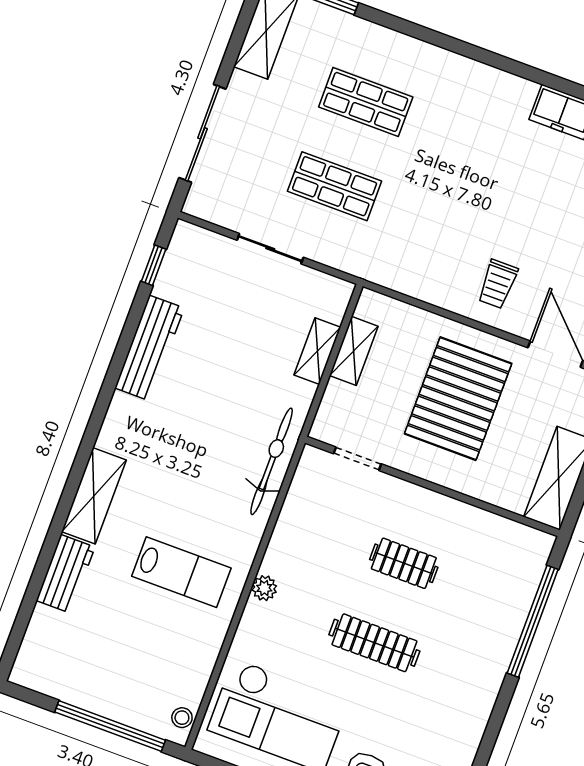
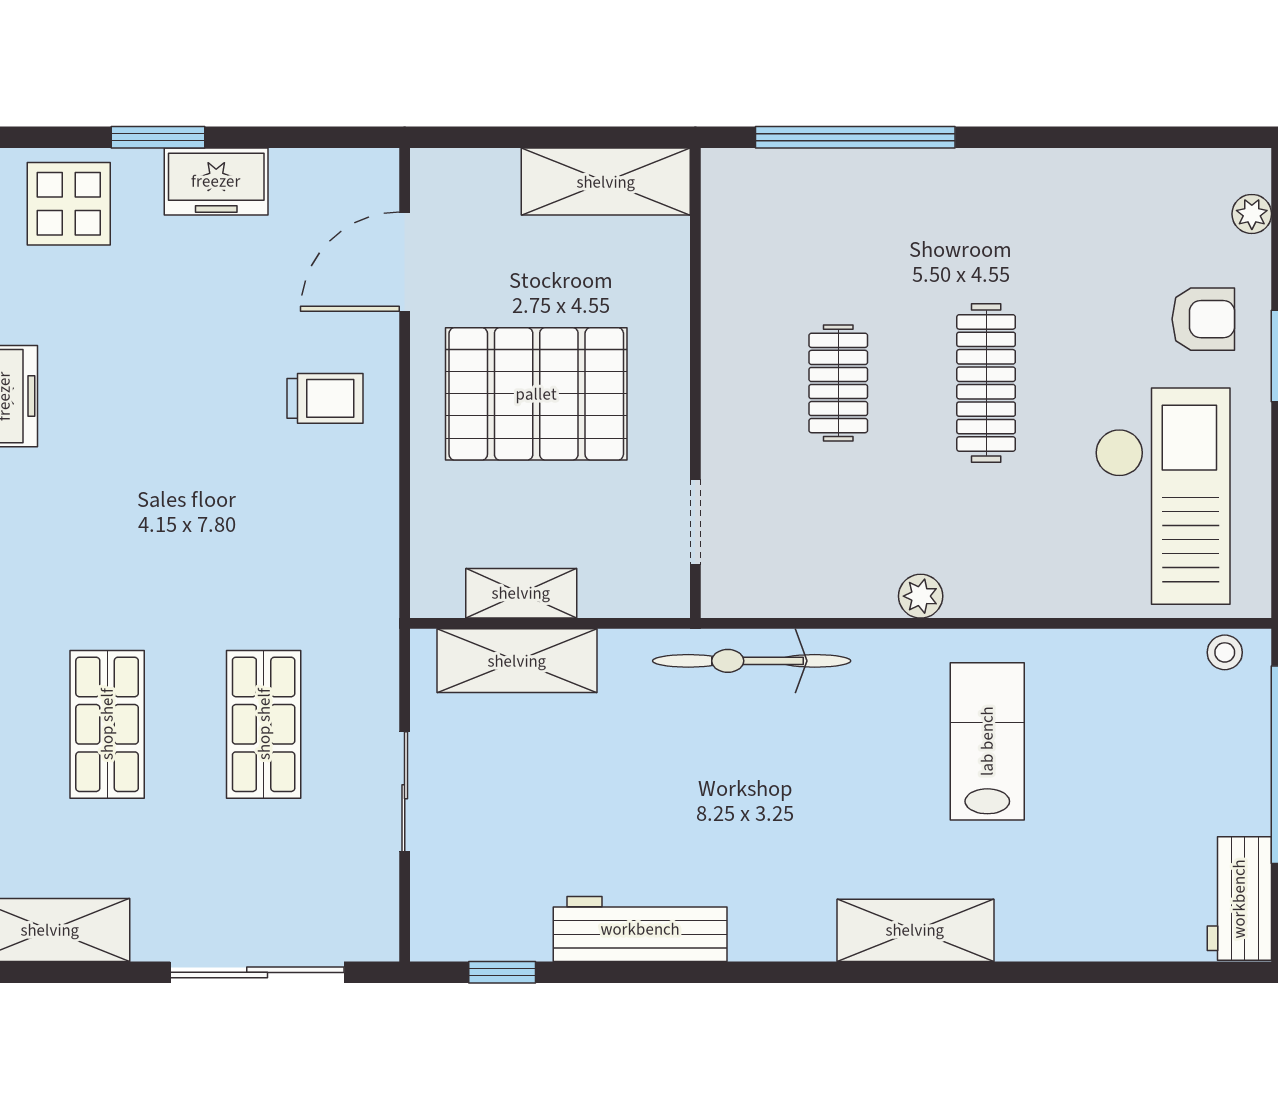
shelving: (317, 351) -> (517, 661), width x1.50, depth x1.33
workbench: (66, 574) -> (1239, 899), moved, turned -90
plant: (264, 588) -> (921, 596), moved

